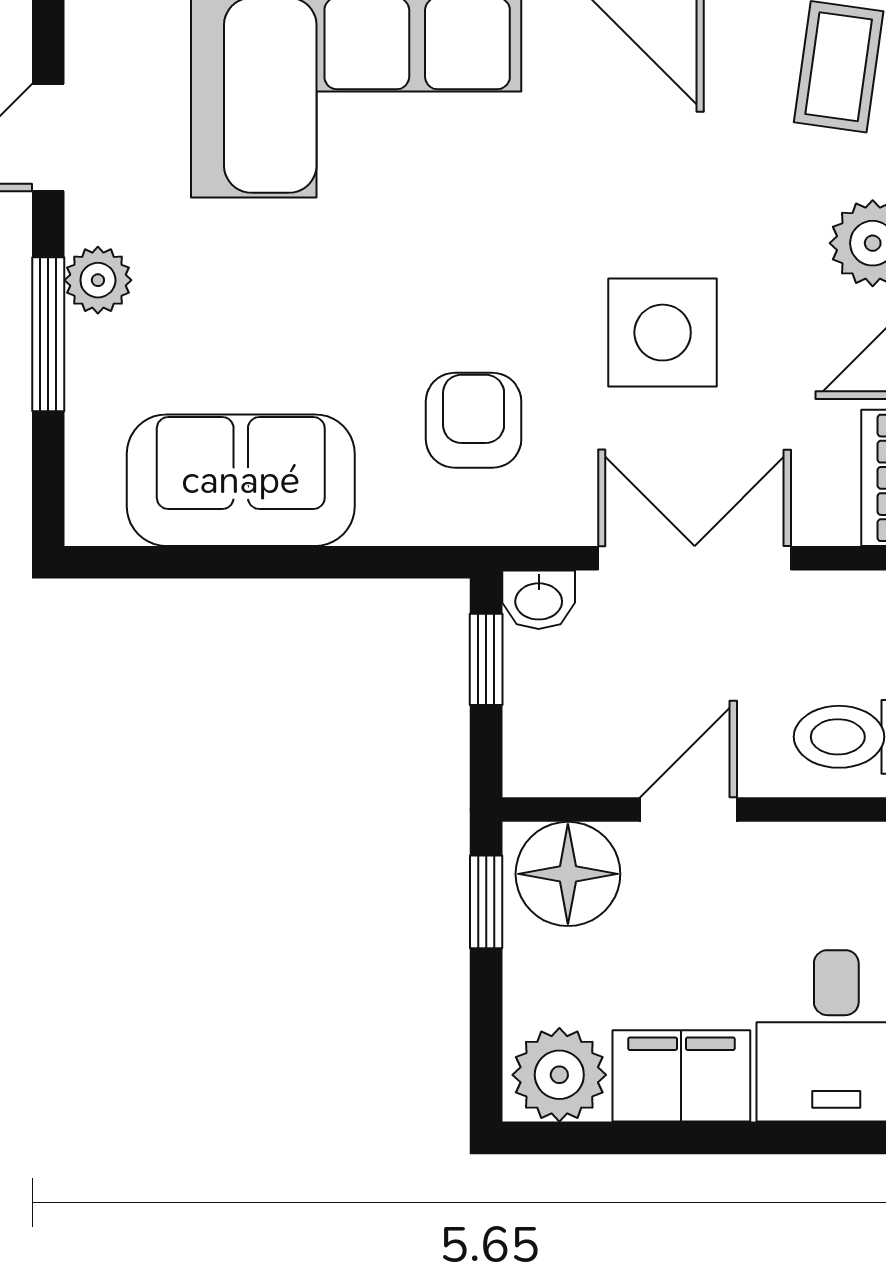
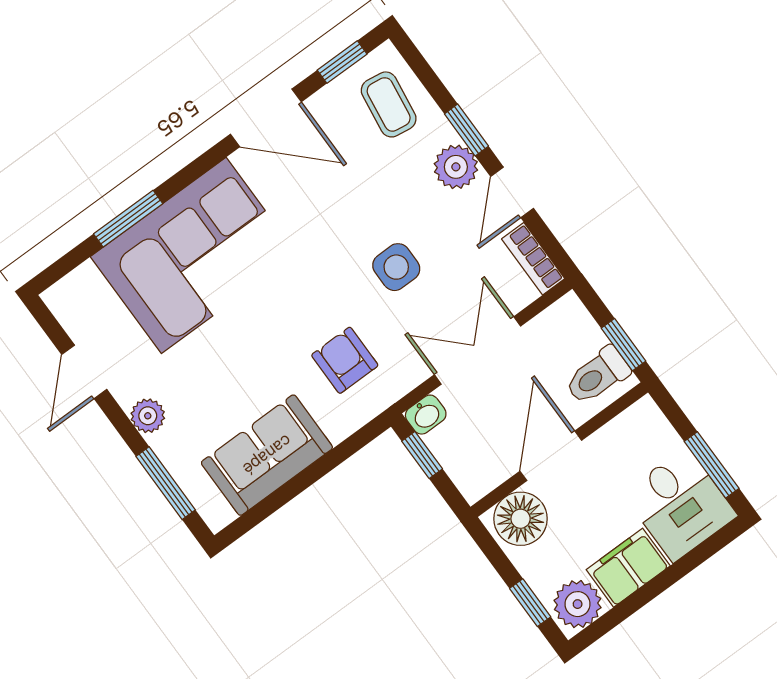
side table: (663, 333) -> (396, 267), width x0.73, depth x0.73
window: (48, 334) -> (166, 483), moved
door: (689, 810) -> (551, 456), width x1.38
window: (486, 902) -> (530, 603), moved

